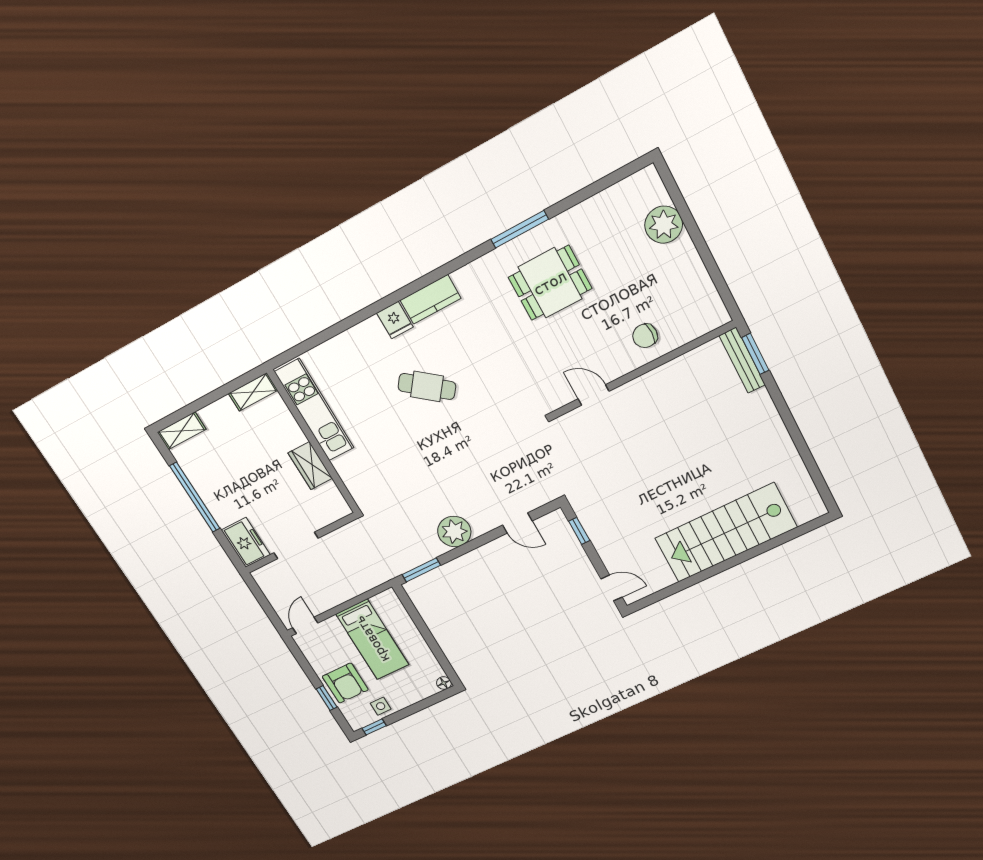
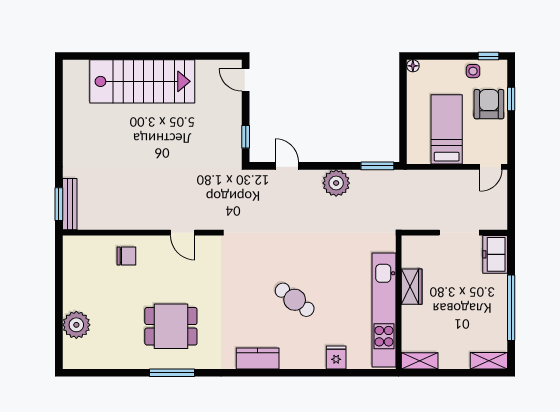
fridge: (395, 320) -> (336, 357), moved
kitchen unit: (314, 410) -> (384, 310), width x1.36

